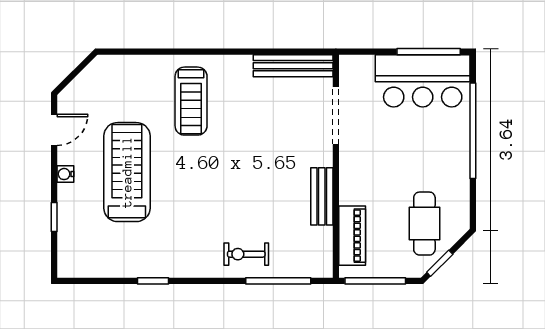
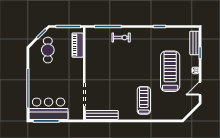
treadmill: (127, 172) -> (170, 71), turned 180
bench: (322, 196) -> (194, 43), moved

